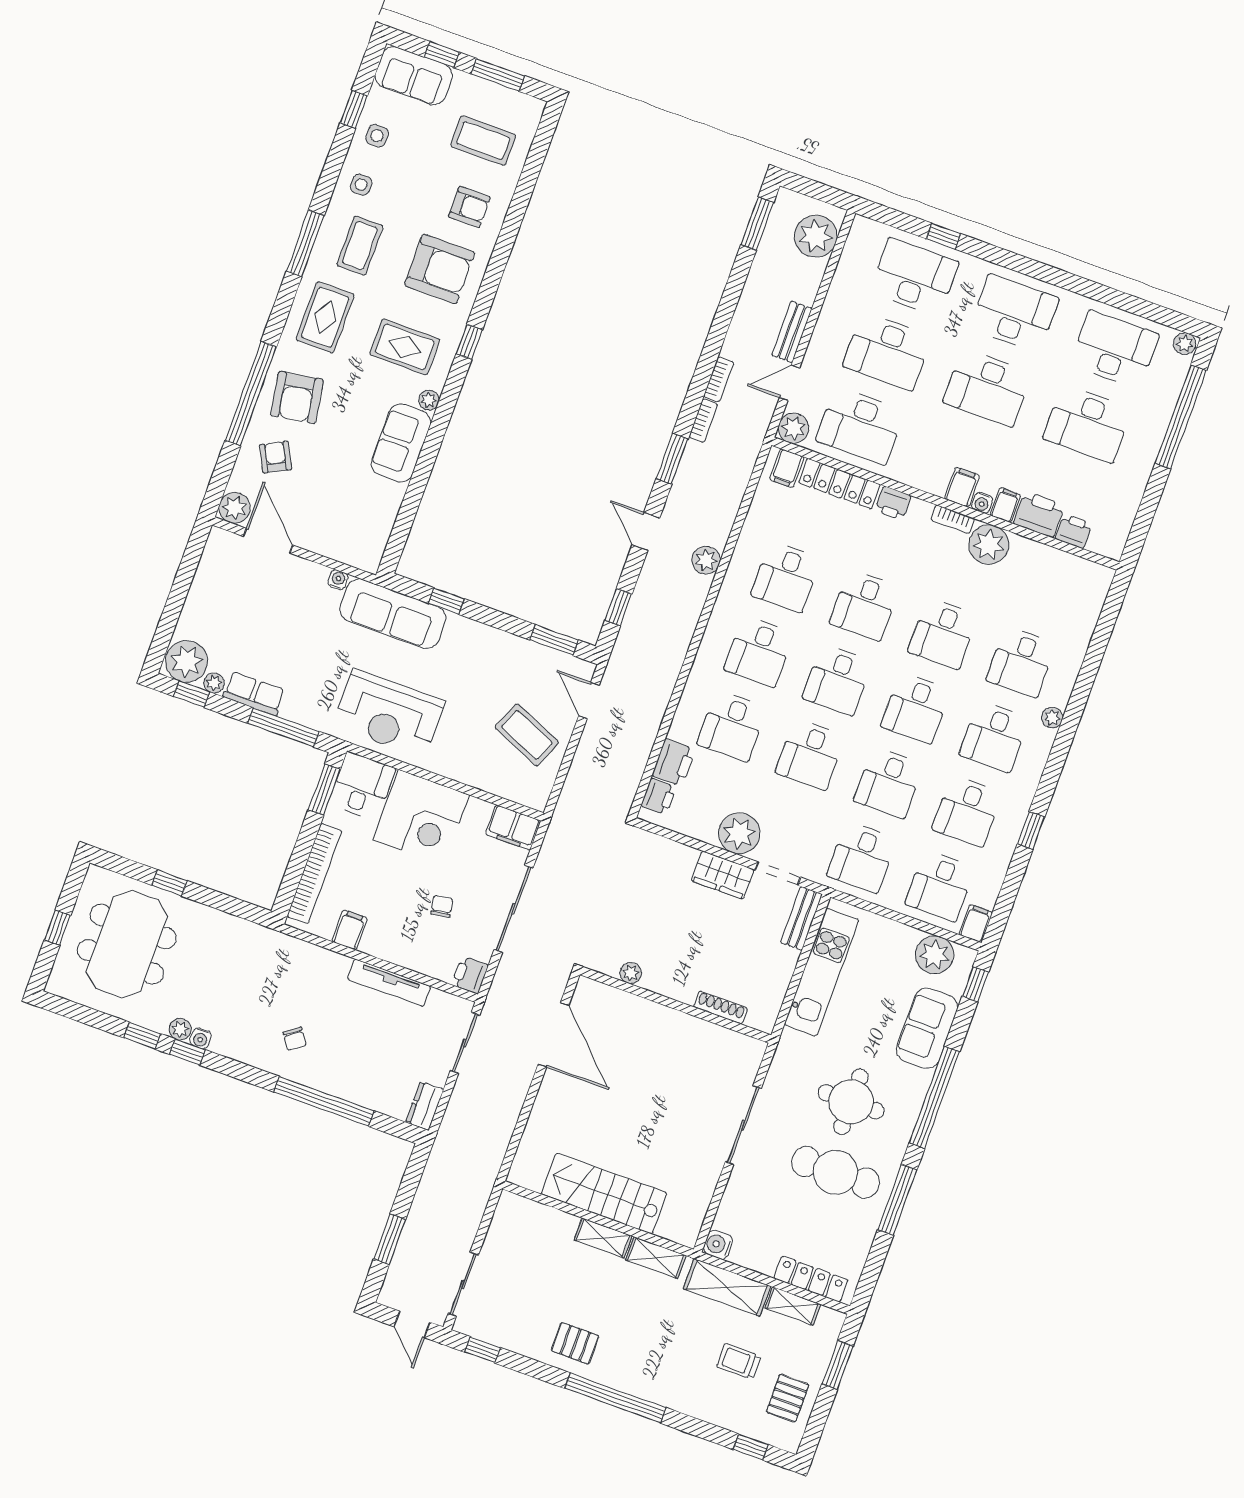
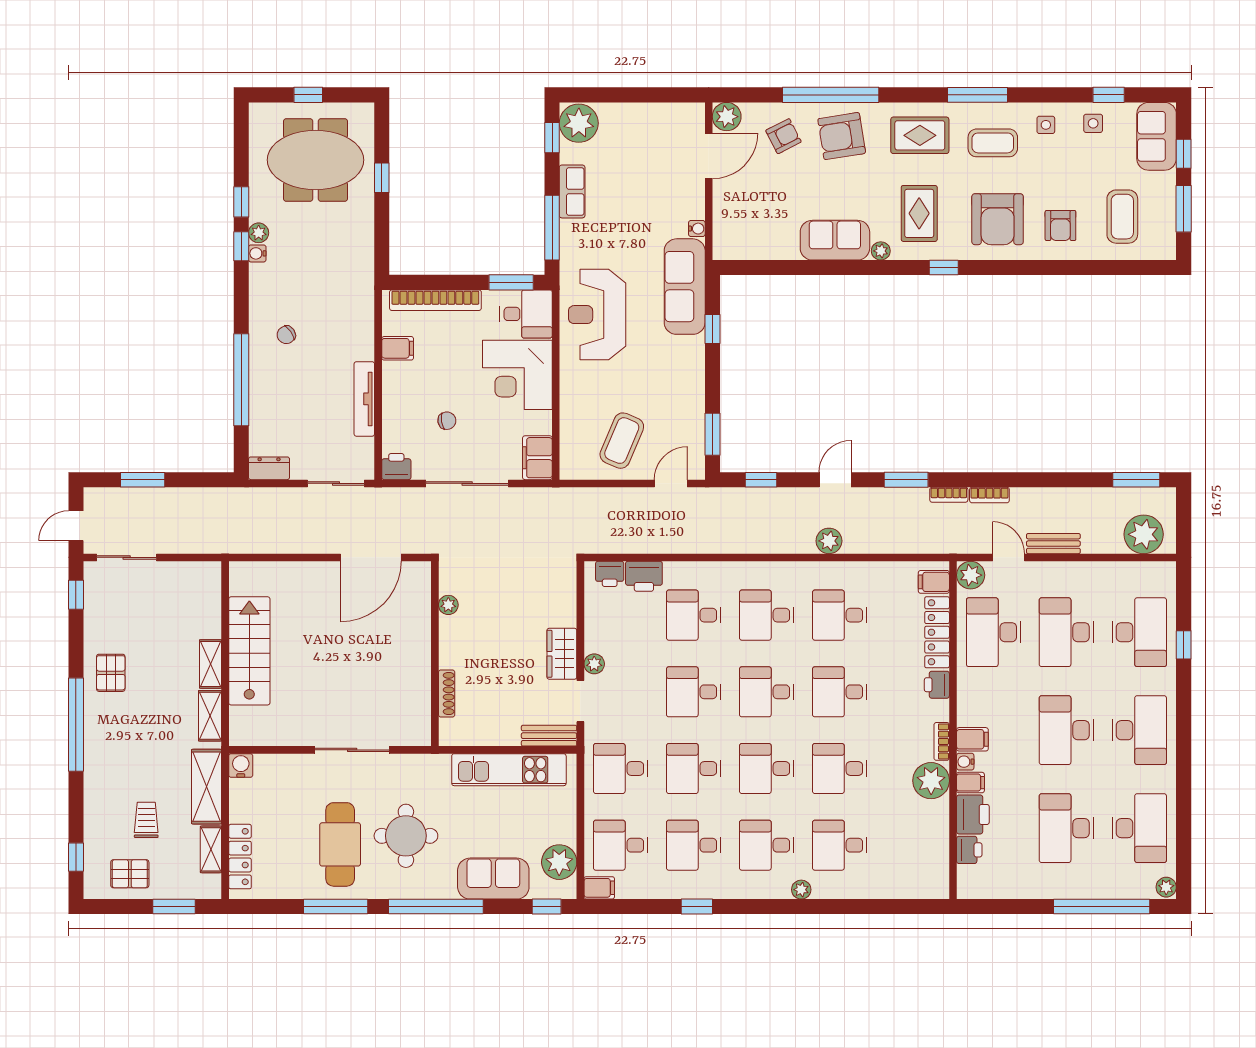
plant: (214, 683) -> (569, 154), removed
plant: (739, 833) -> (594, 664), width x0.53, depth x0.53

